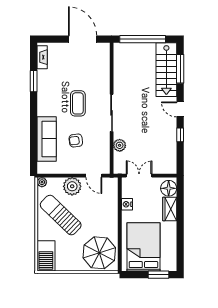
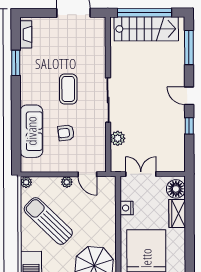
stairs: (166, 70) -> (146, 29), moved, turned -90
plant: (72, 186) -> (67, 182), width x0.53, depth x0.53

